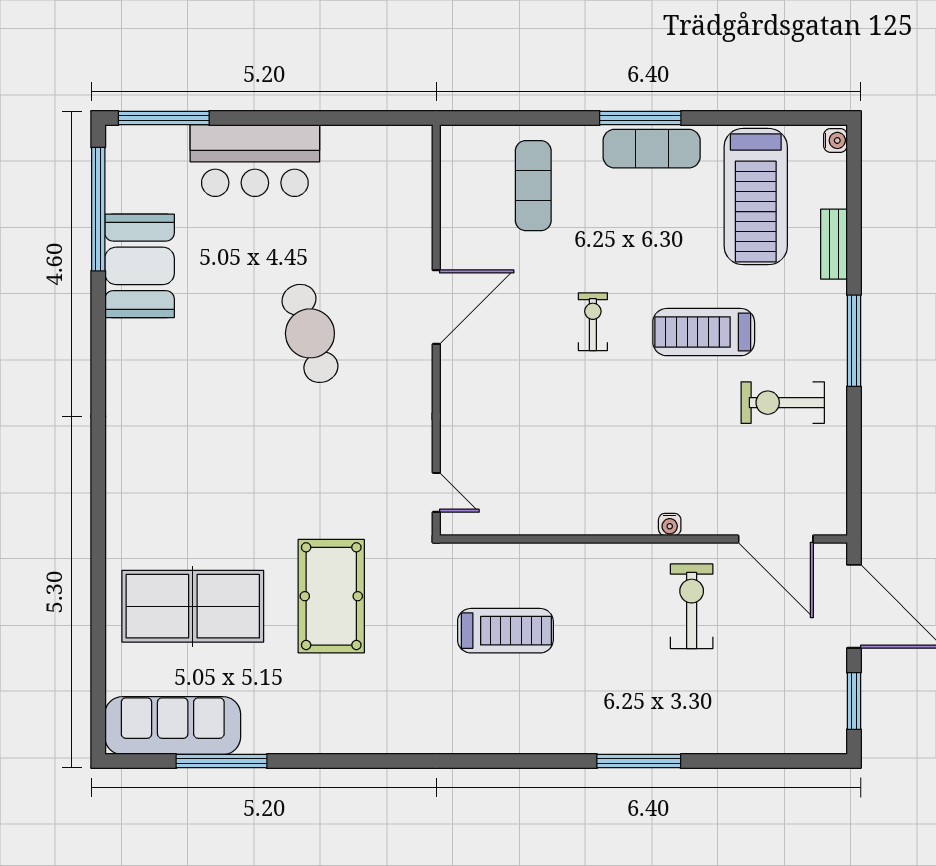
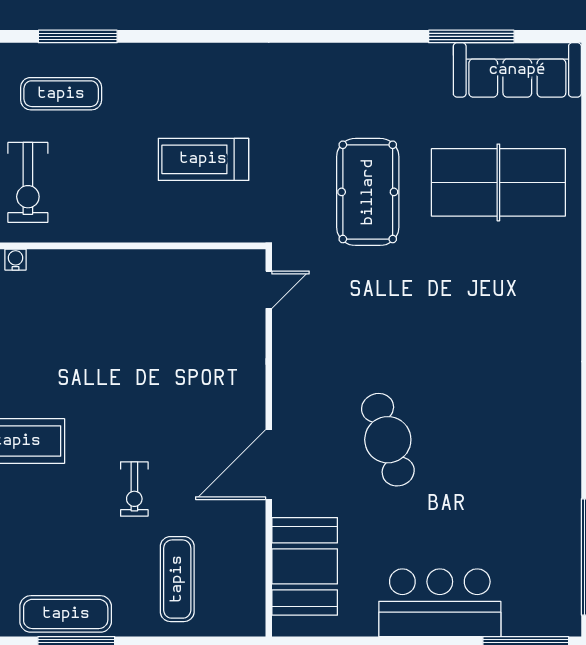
booth: (140, 266) -> (305, 566), moved
exercise bike: (593, 322) -> (134, 489), moved
door: (436, 492) -> (269, 290), swing flipped
water cooler: (670, 524) -> (16, 260), moved
exercise mat: (656, 700) -> (61, 94), added

